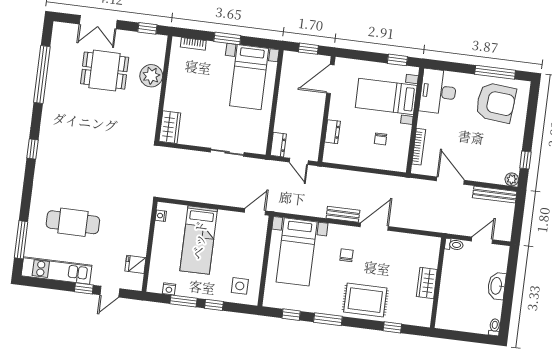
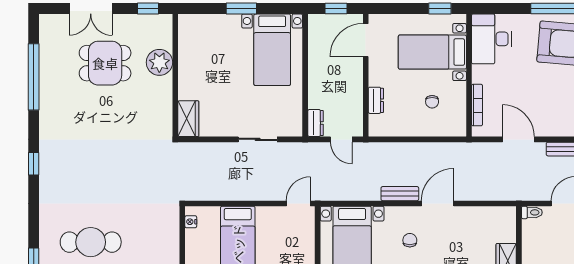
bookcase: (193, 44) -> (203, 20), removed

